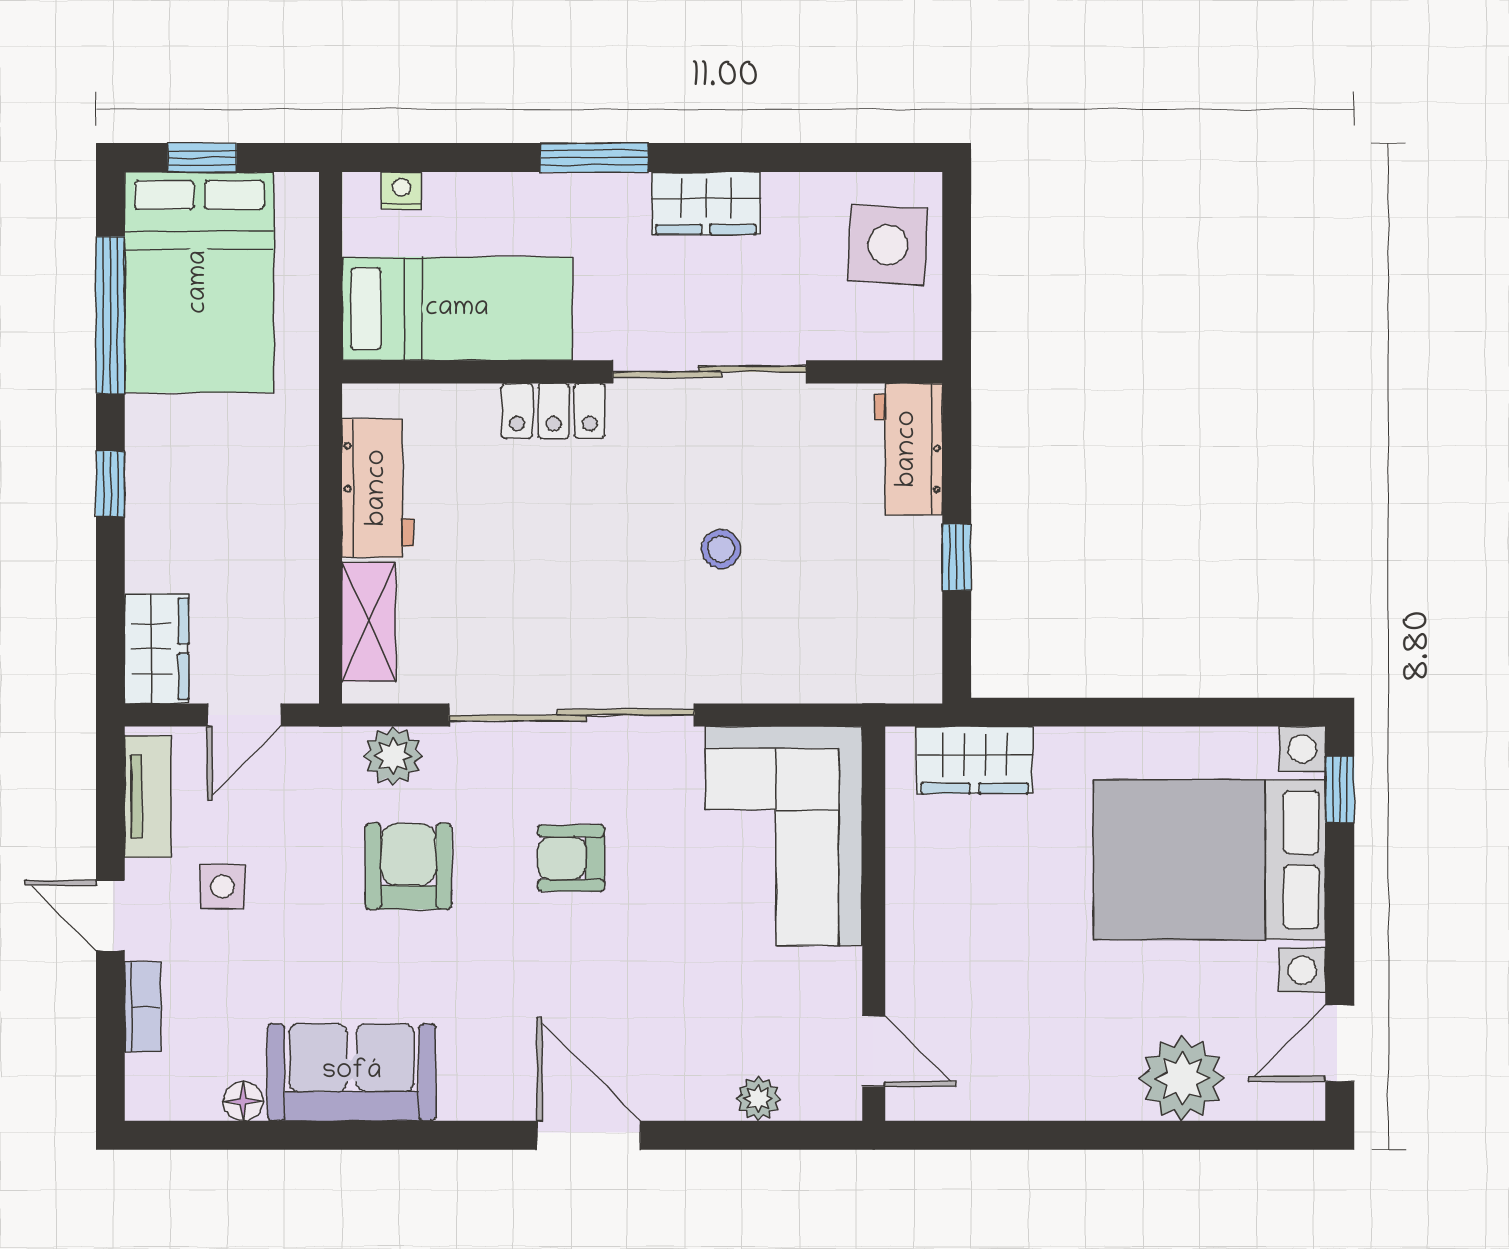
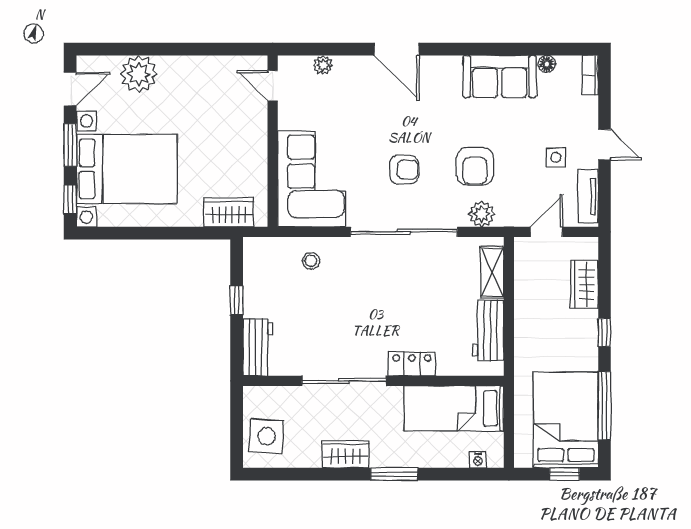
stool: (721, 549) -> (311, 261), moved
wardrobe: (157, 649) -> (584, 284), moved
window: (1340, 915) -> (70, 145), added
bookcase: (143, 1007) -> (590, 75), moved

